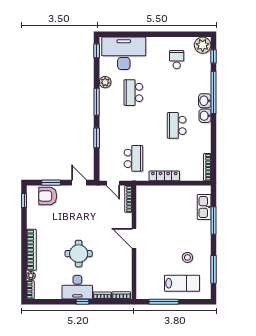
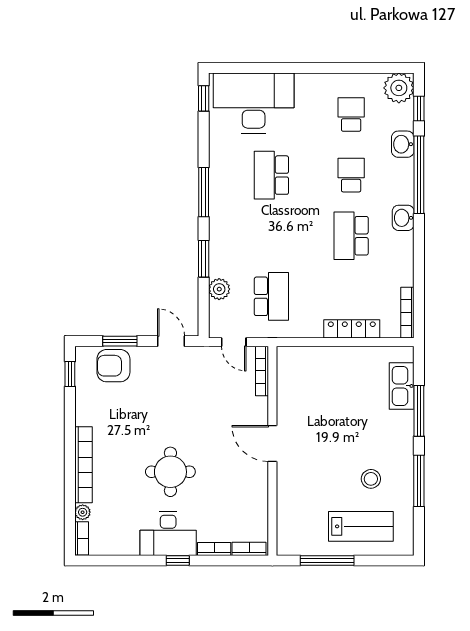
plant: (105, 82) -> (219, 289), moved
school desk: (177, 93) -> (351, 175), added
washbasin: (205, 101) -> (403, 144), moved
locker: (164, 176) -> (352, 329), moved
window: (214, 269) -> (419, 481), moved

